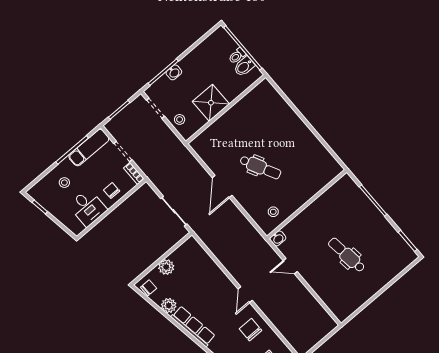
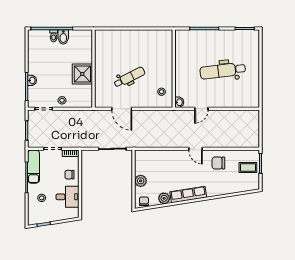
shower: (211, 103) -> (82, 74), moved
wall: (226, 109) -> (93, 69), moved
dental chair: (347, 255) -> (223, 71), width x1.36, depth x1.38

